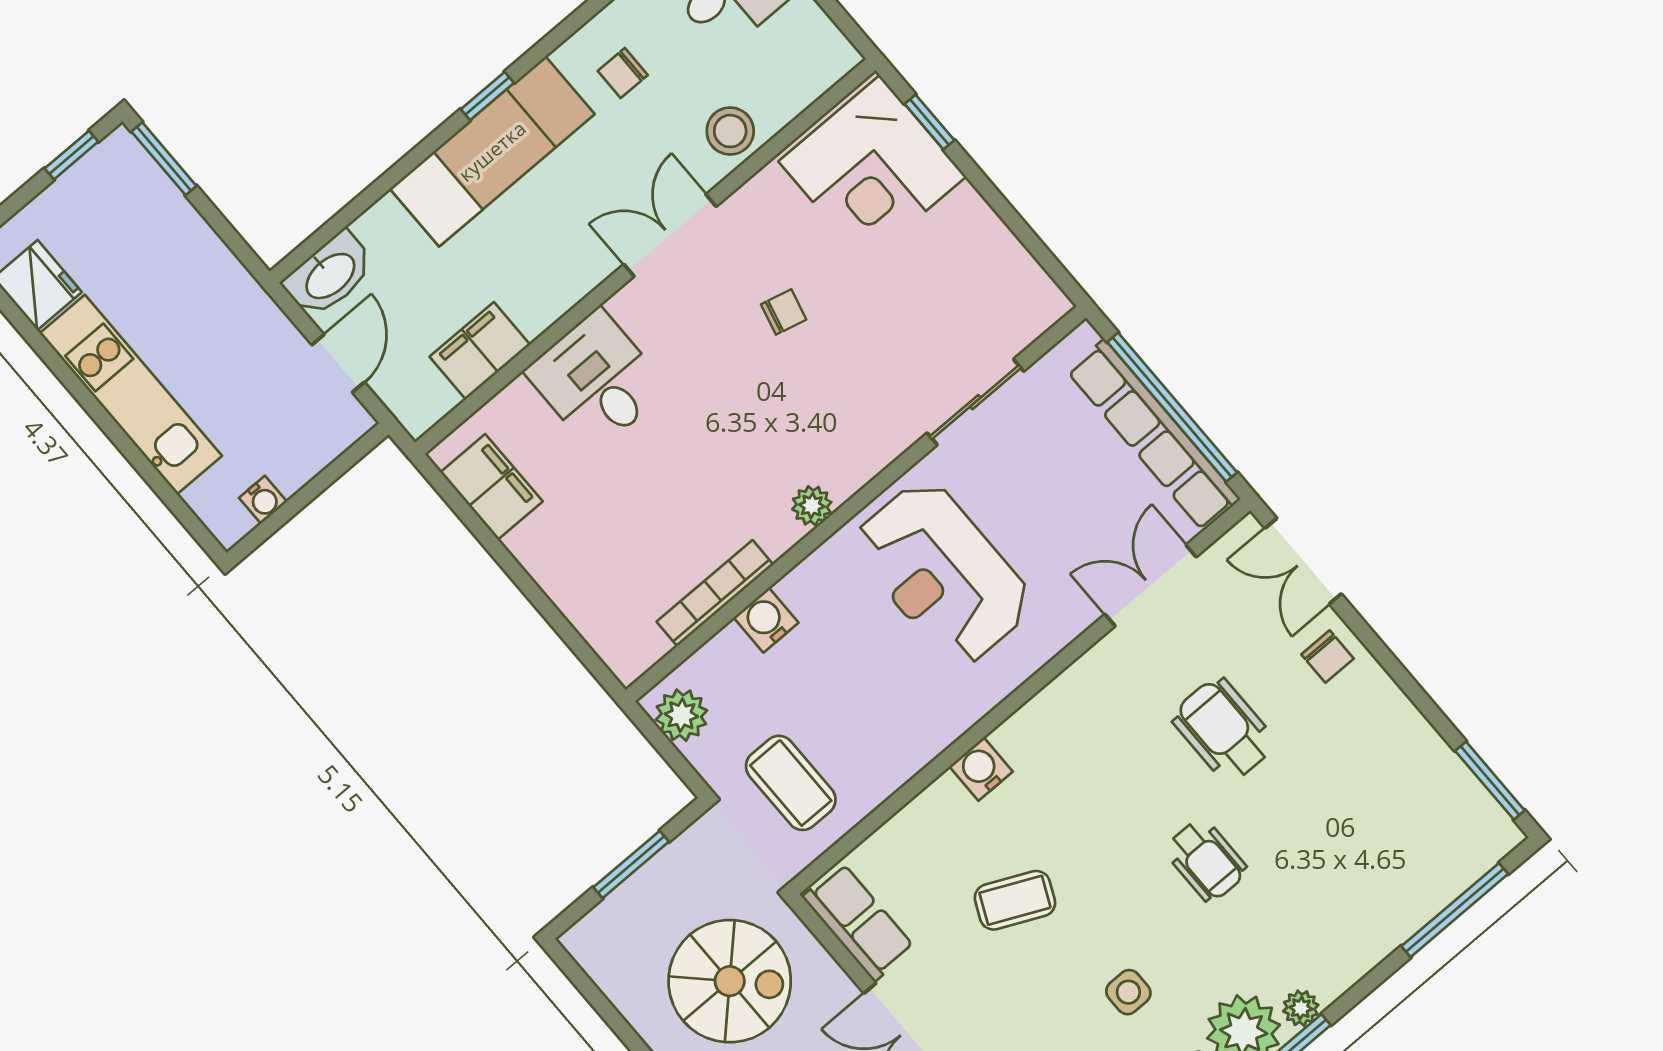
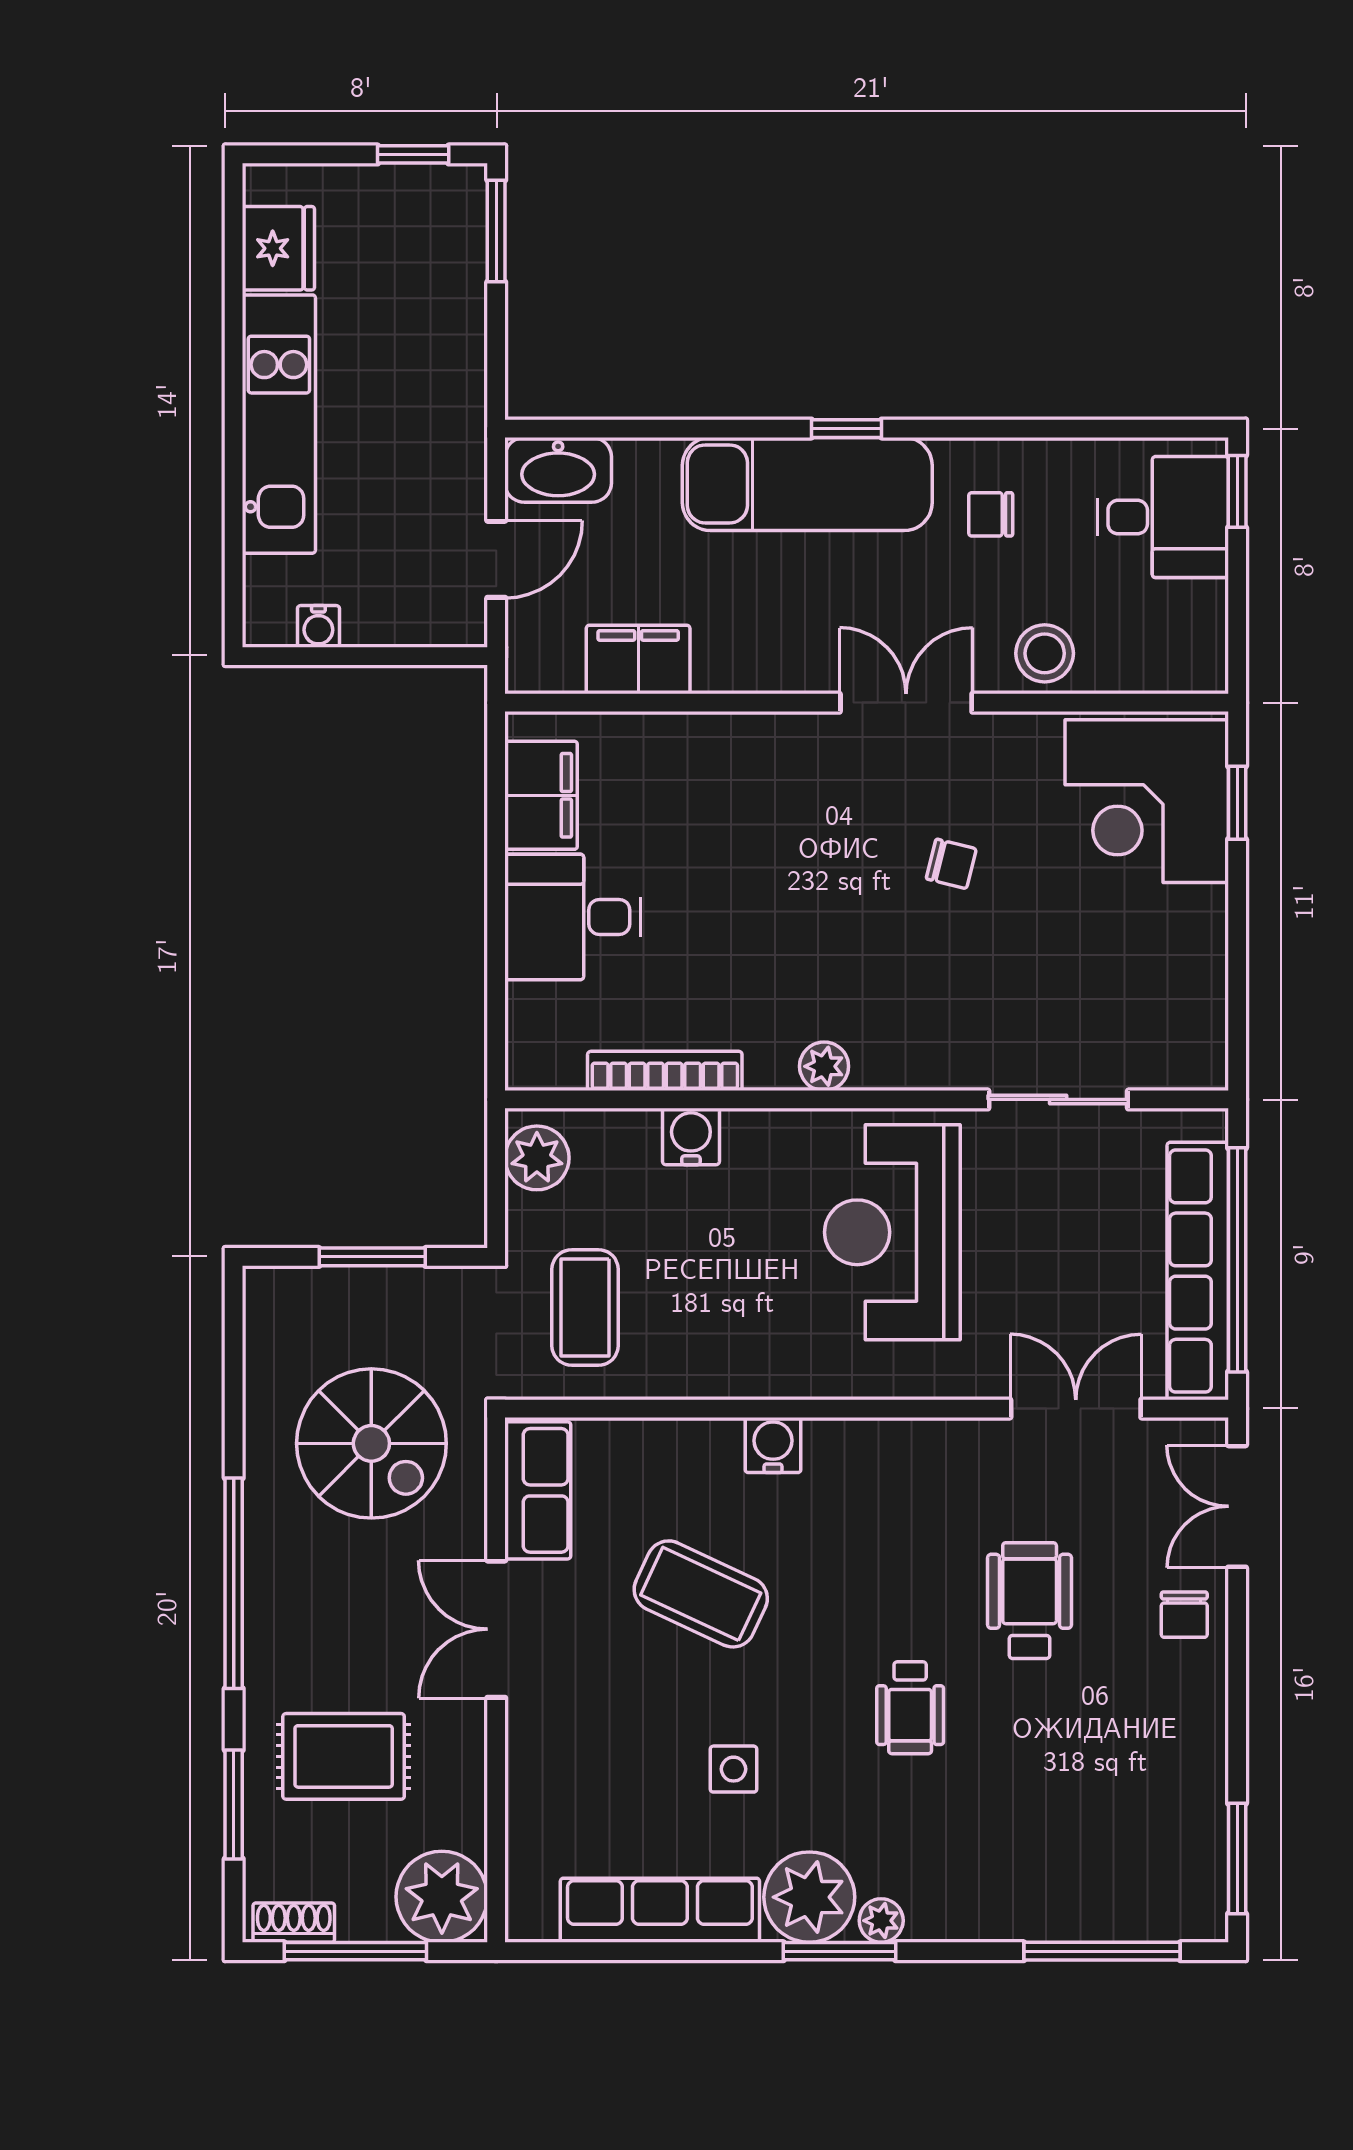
desk: (597, 380) -> (573, 917), moved, turned -90
coffee table: (1015, 900) -> (701, 1594), width x1.36, depth x1.30

